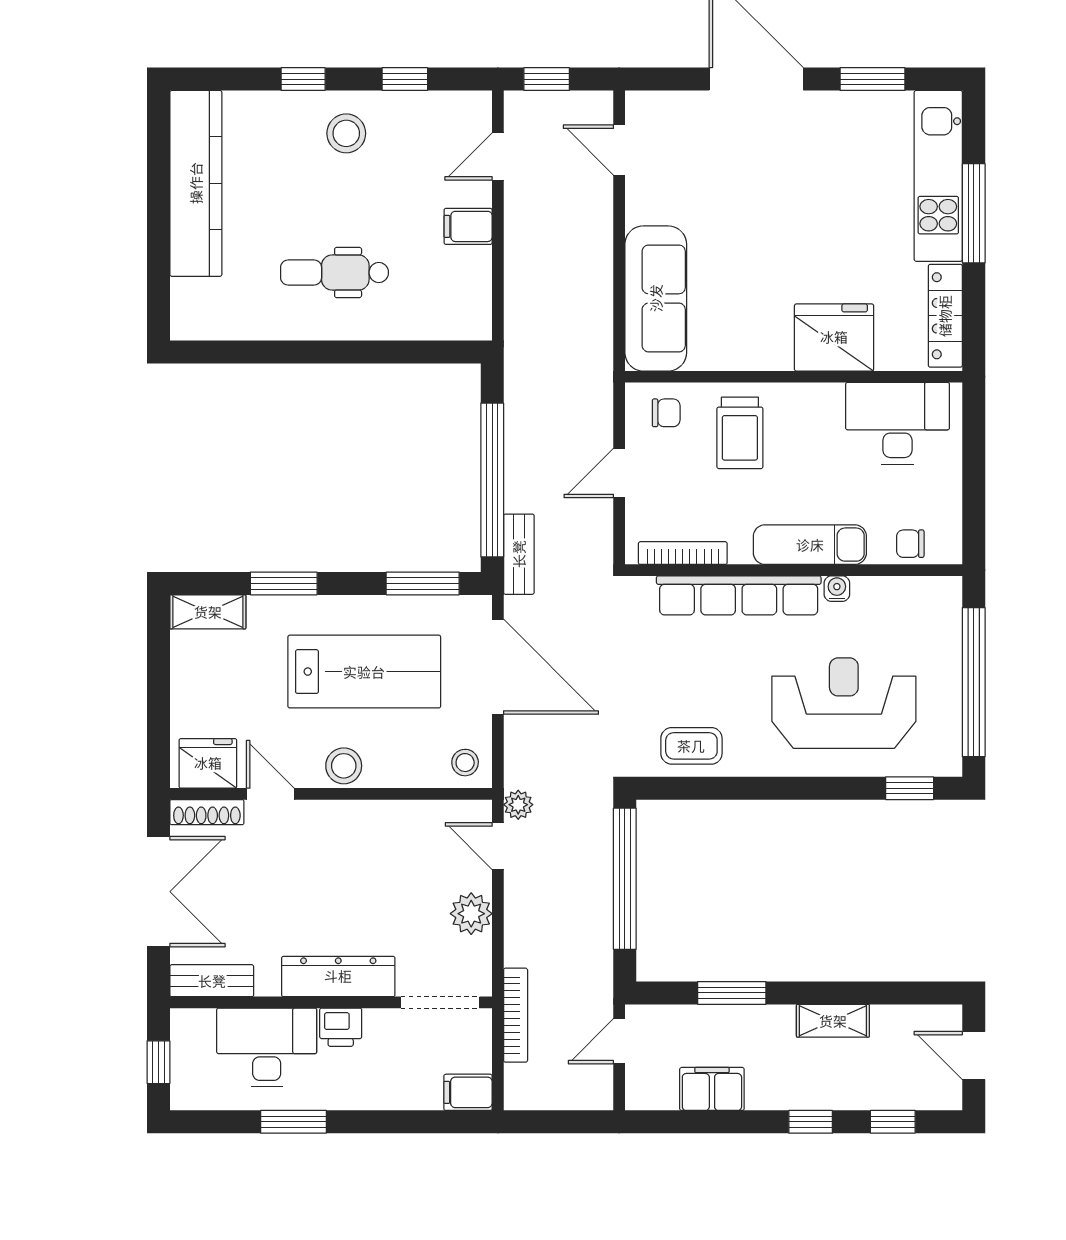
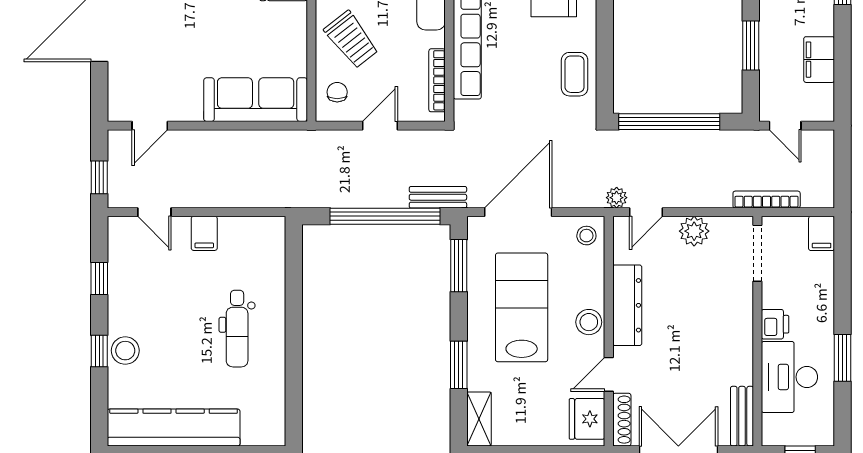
stool: (346, 133) -> (125, 351), moved
trolley: (740, 433) -> (351, 40), turned 52
door: (619, 473) -> (380, 126), swing flipped
dresser: (338, 976) -> (627, 305), moved, turned 180

